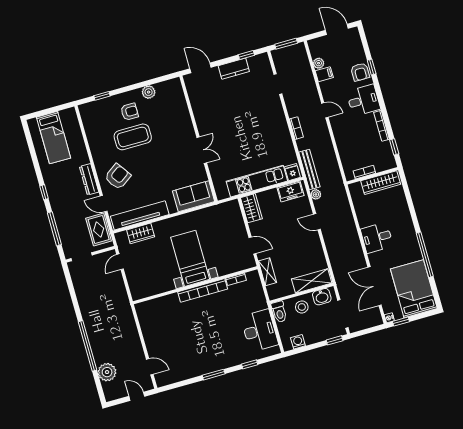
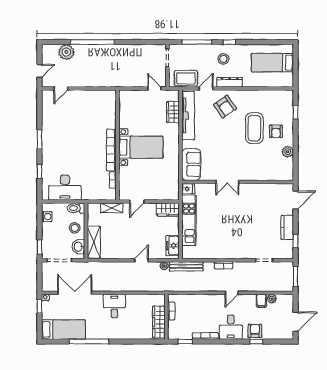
armchair: (360, 72) -> (255, 331), turned 90
fridge: (292, 172) -> (188, 189), moved
stool: (65, 194) -> (223, 59), added
bed: (414, 289) -> (63, 330), width x0.67

